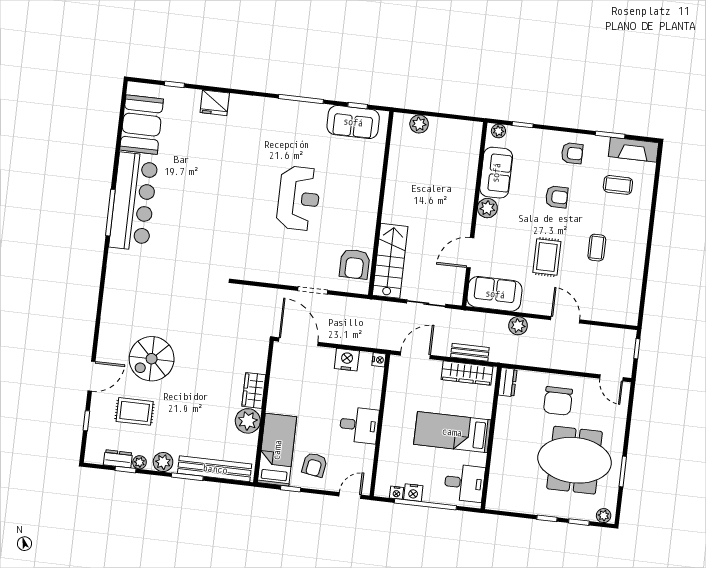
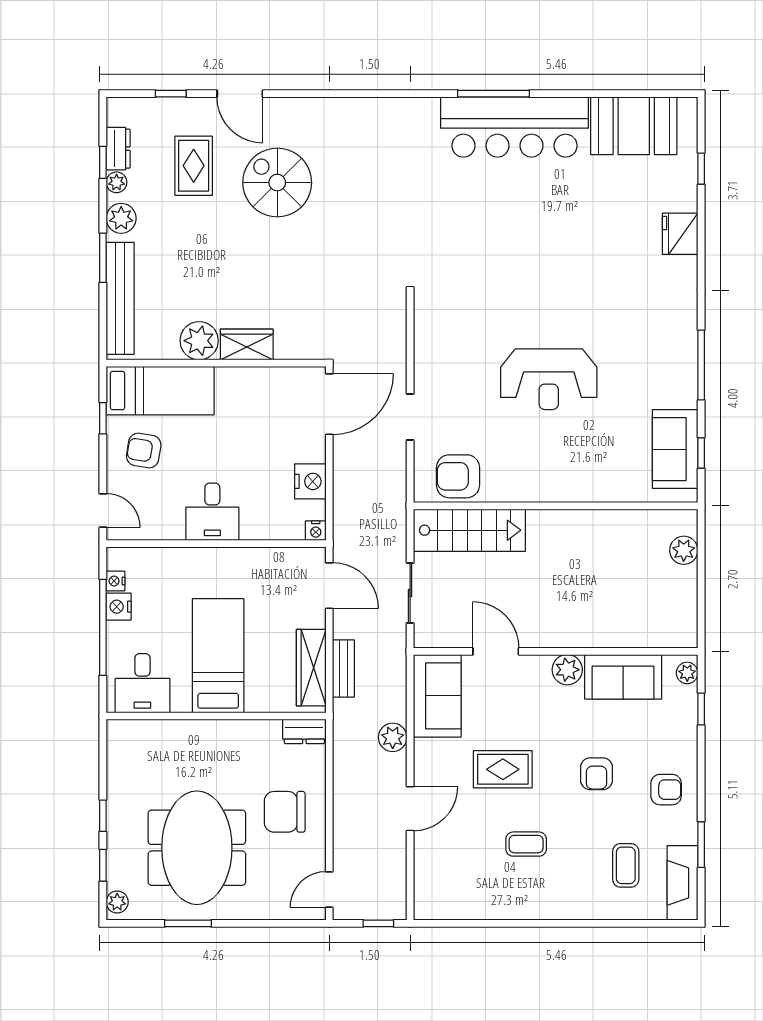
armchair: (572, 153) -> (666, 790), turned -90

